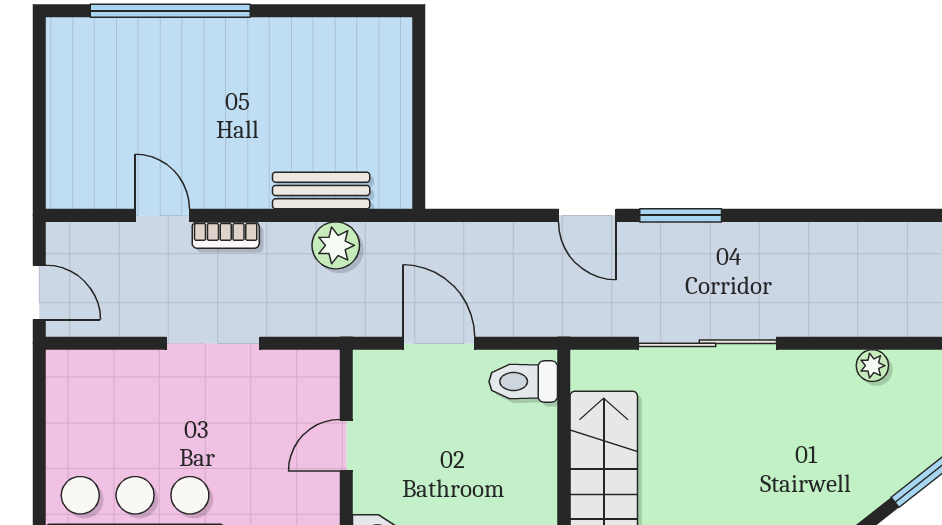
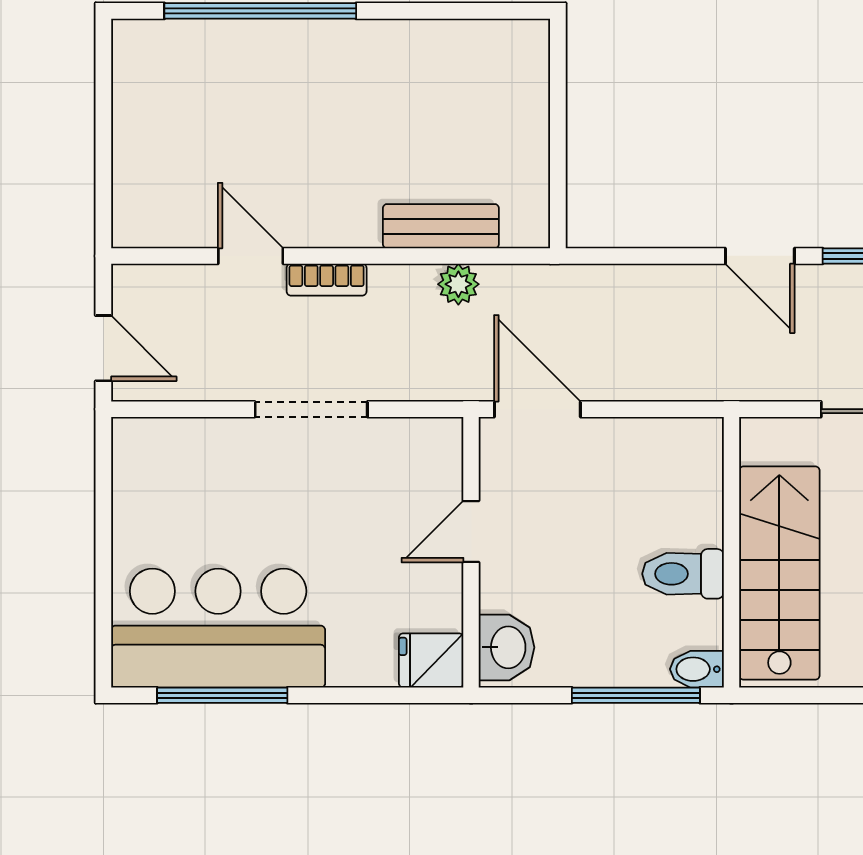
plant: (336, 245) -> (458, 284), width x0.73, depth x0.73
door: (439, 343) -> (537, 409), moved
toilet: (523, 382) -> (683, 574), moved

